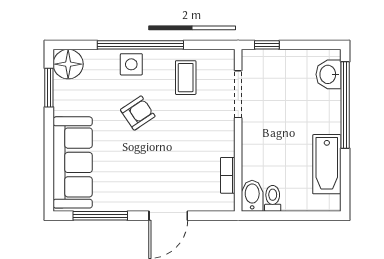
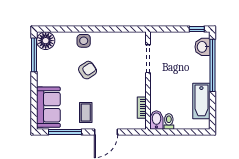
window: (140, 45) -> (89, 29), removed
window: (267, 45) -> (197, 29), moved
coffee table: (186, 78) -> (86, 112), moved
window: (49, 88) -> (34, 55), width x1.44
sofa: (73, 162) -> (48, 107), width x0.73

